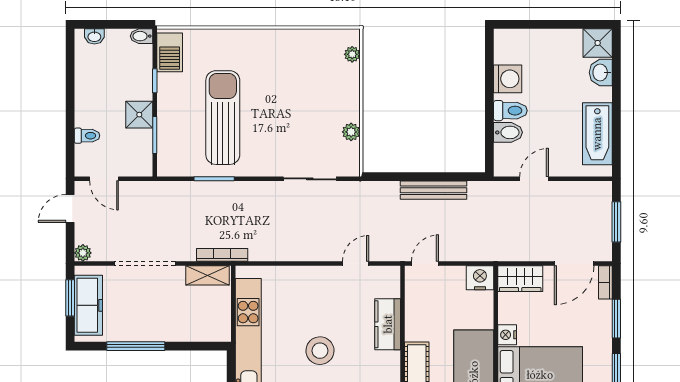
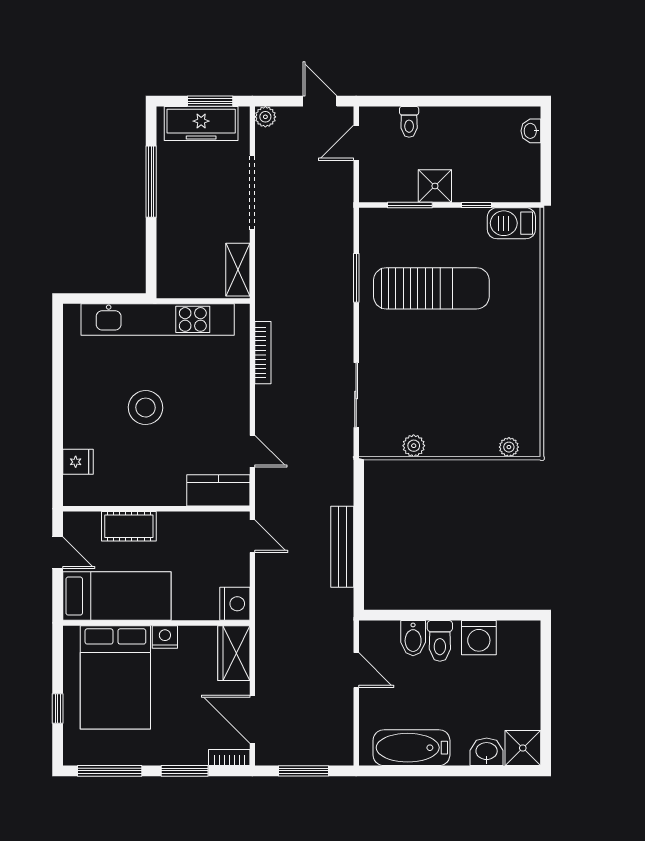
bidet: (142, 36) -> (531, 189), removed
bookcase: (222, 255) -> (263, 353), moved
kitchen counter: (388, 324) -> (218, 490), moved

